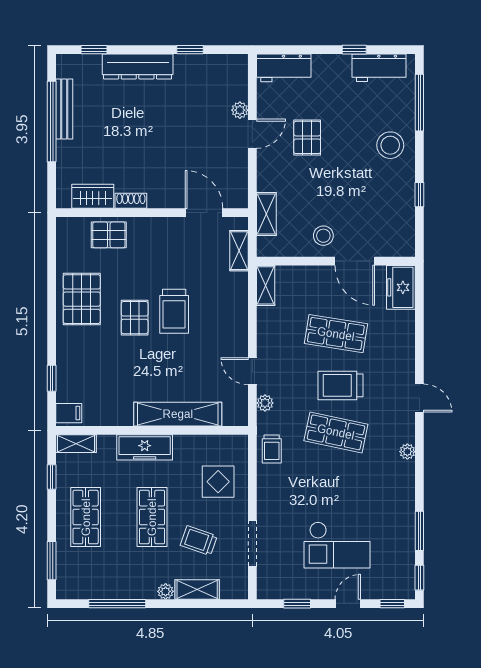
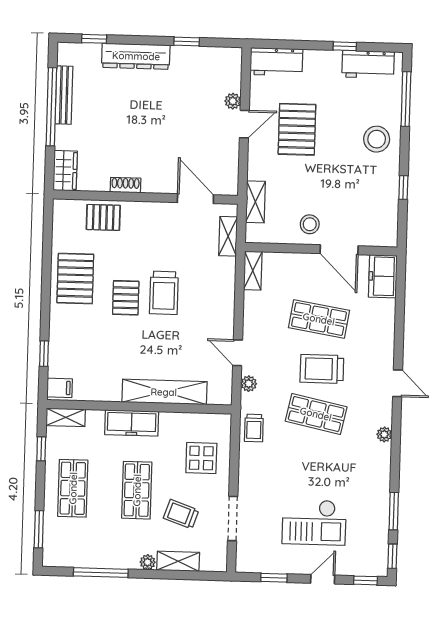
pallet: (307, 137) -> (297, 129), width x1.50, depth x1.42
wardrobe: (93, 196) -> (65, 171), moved, turned 90

